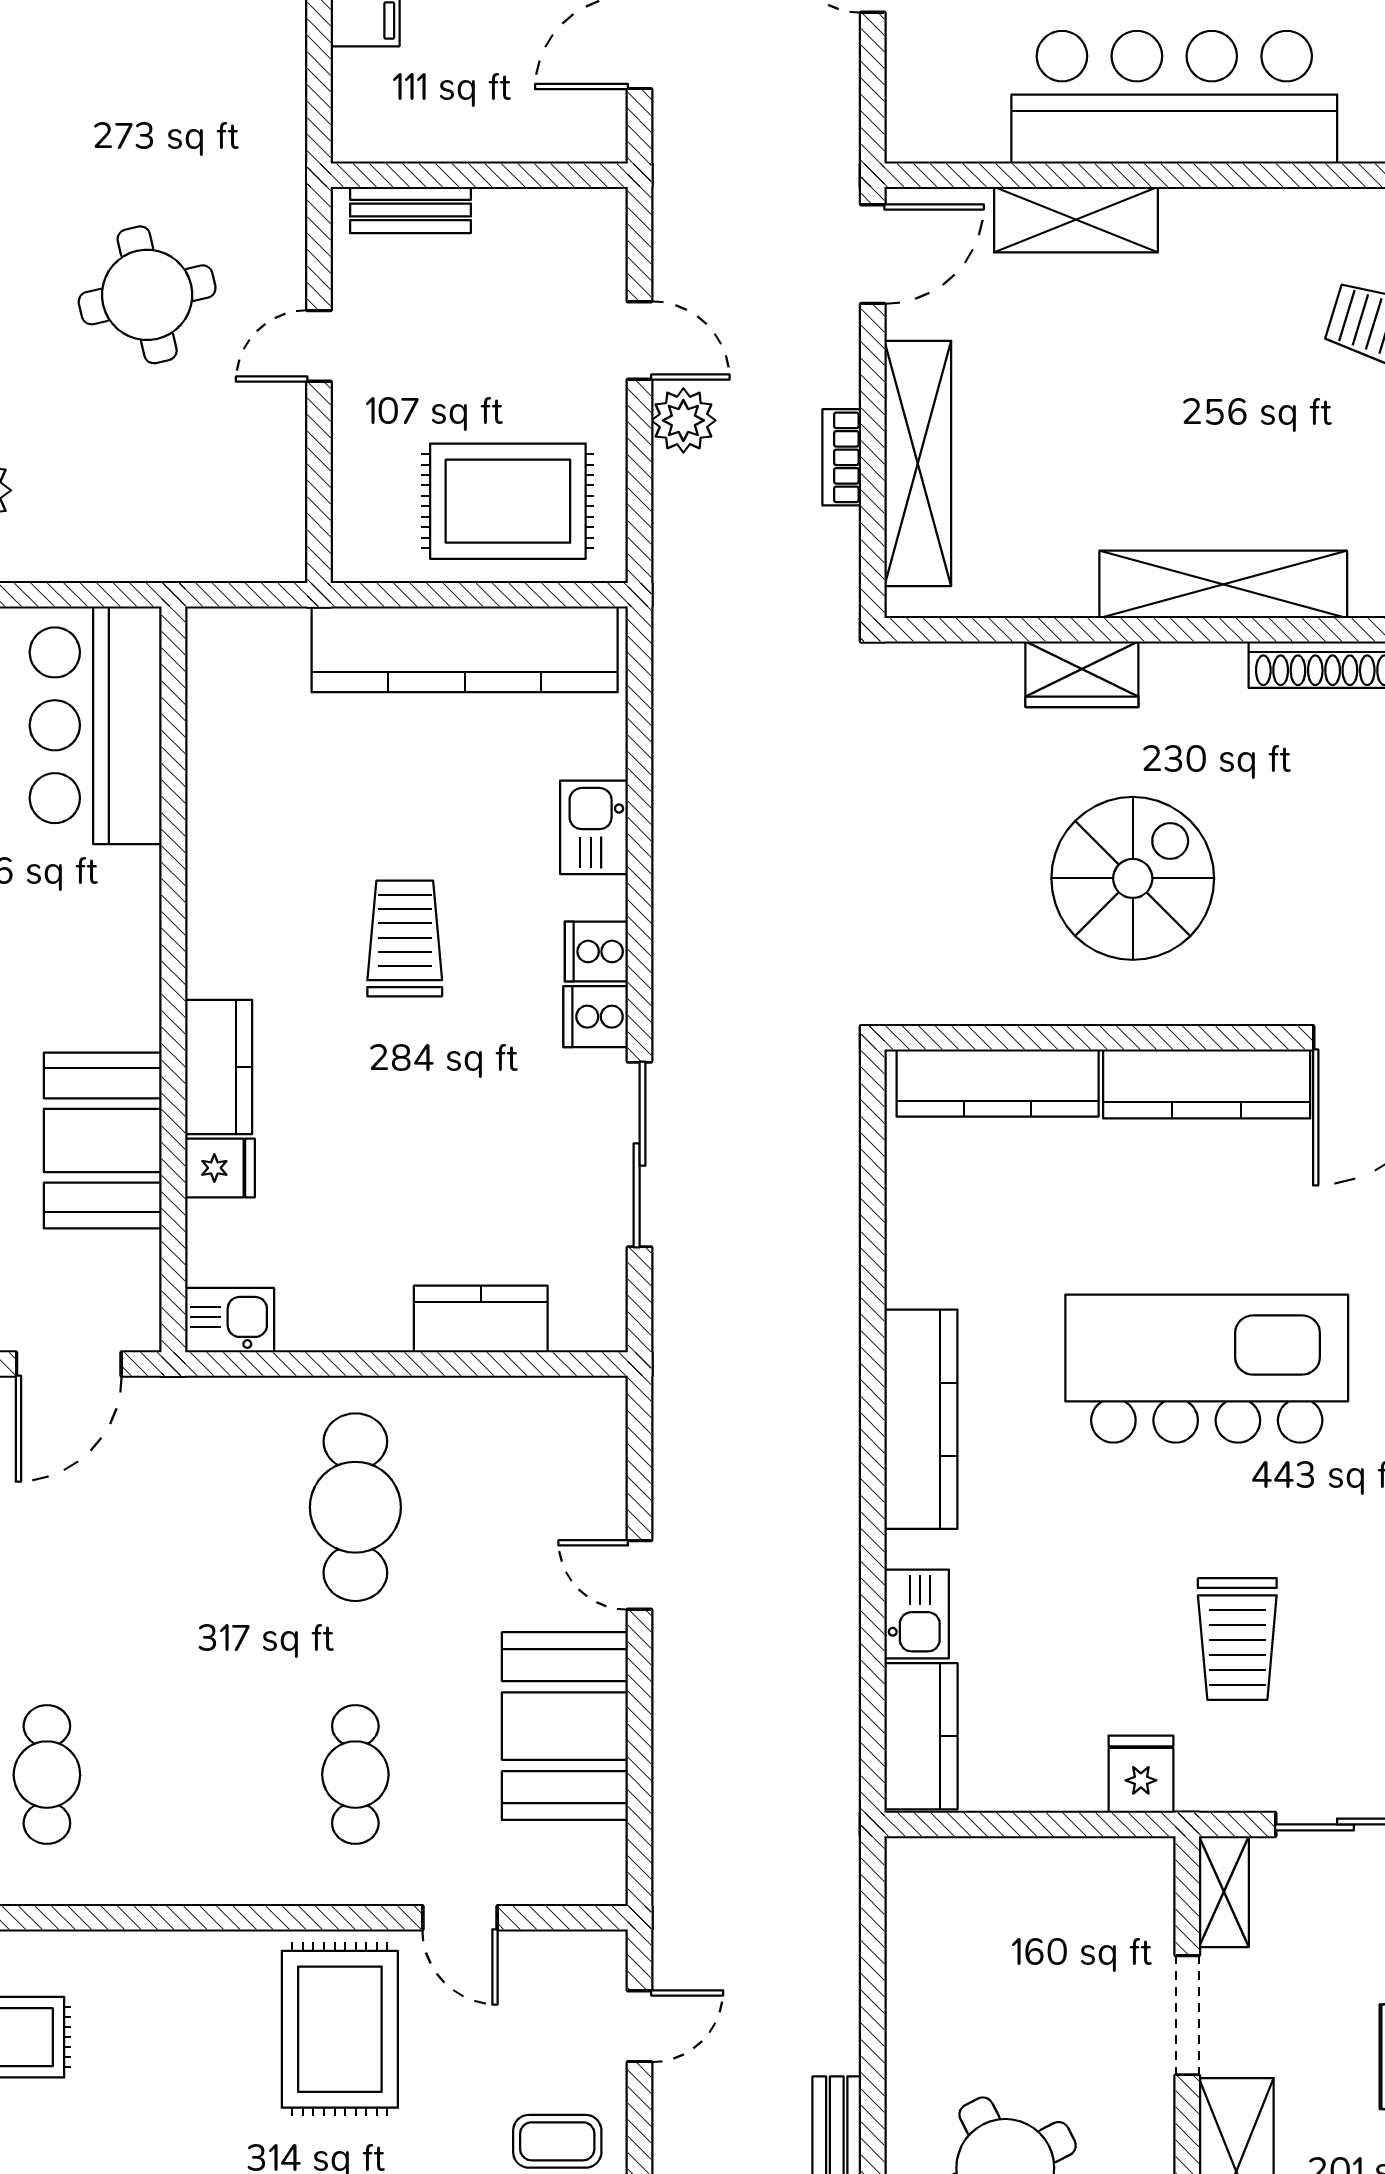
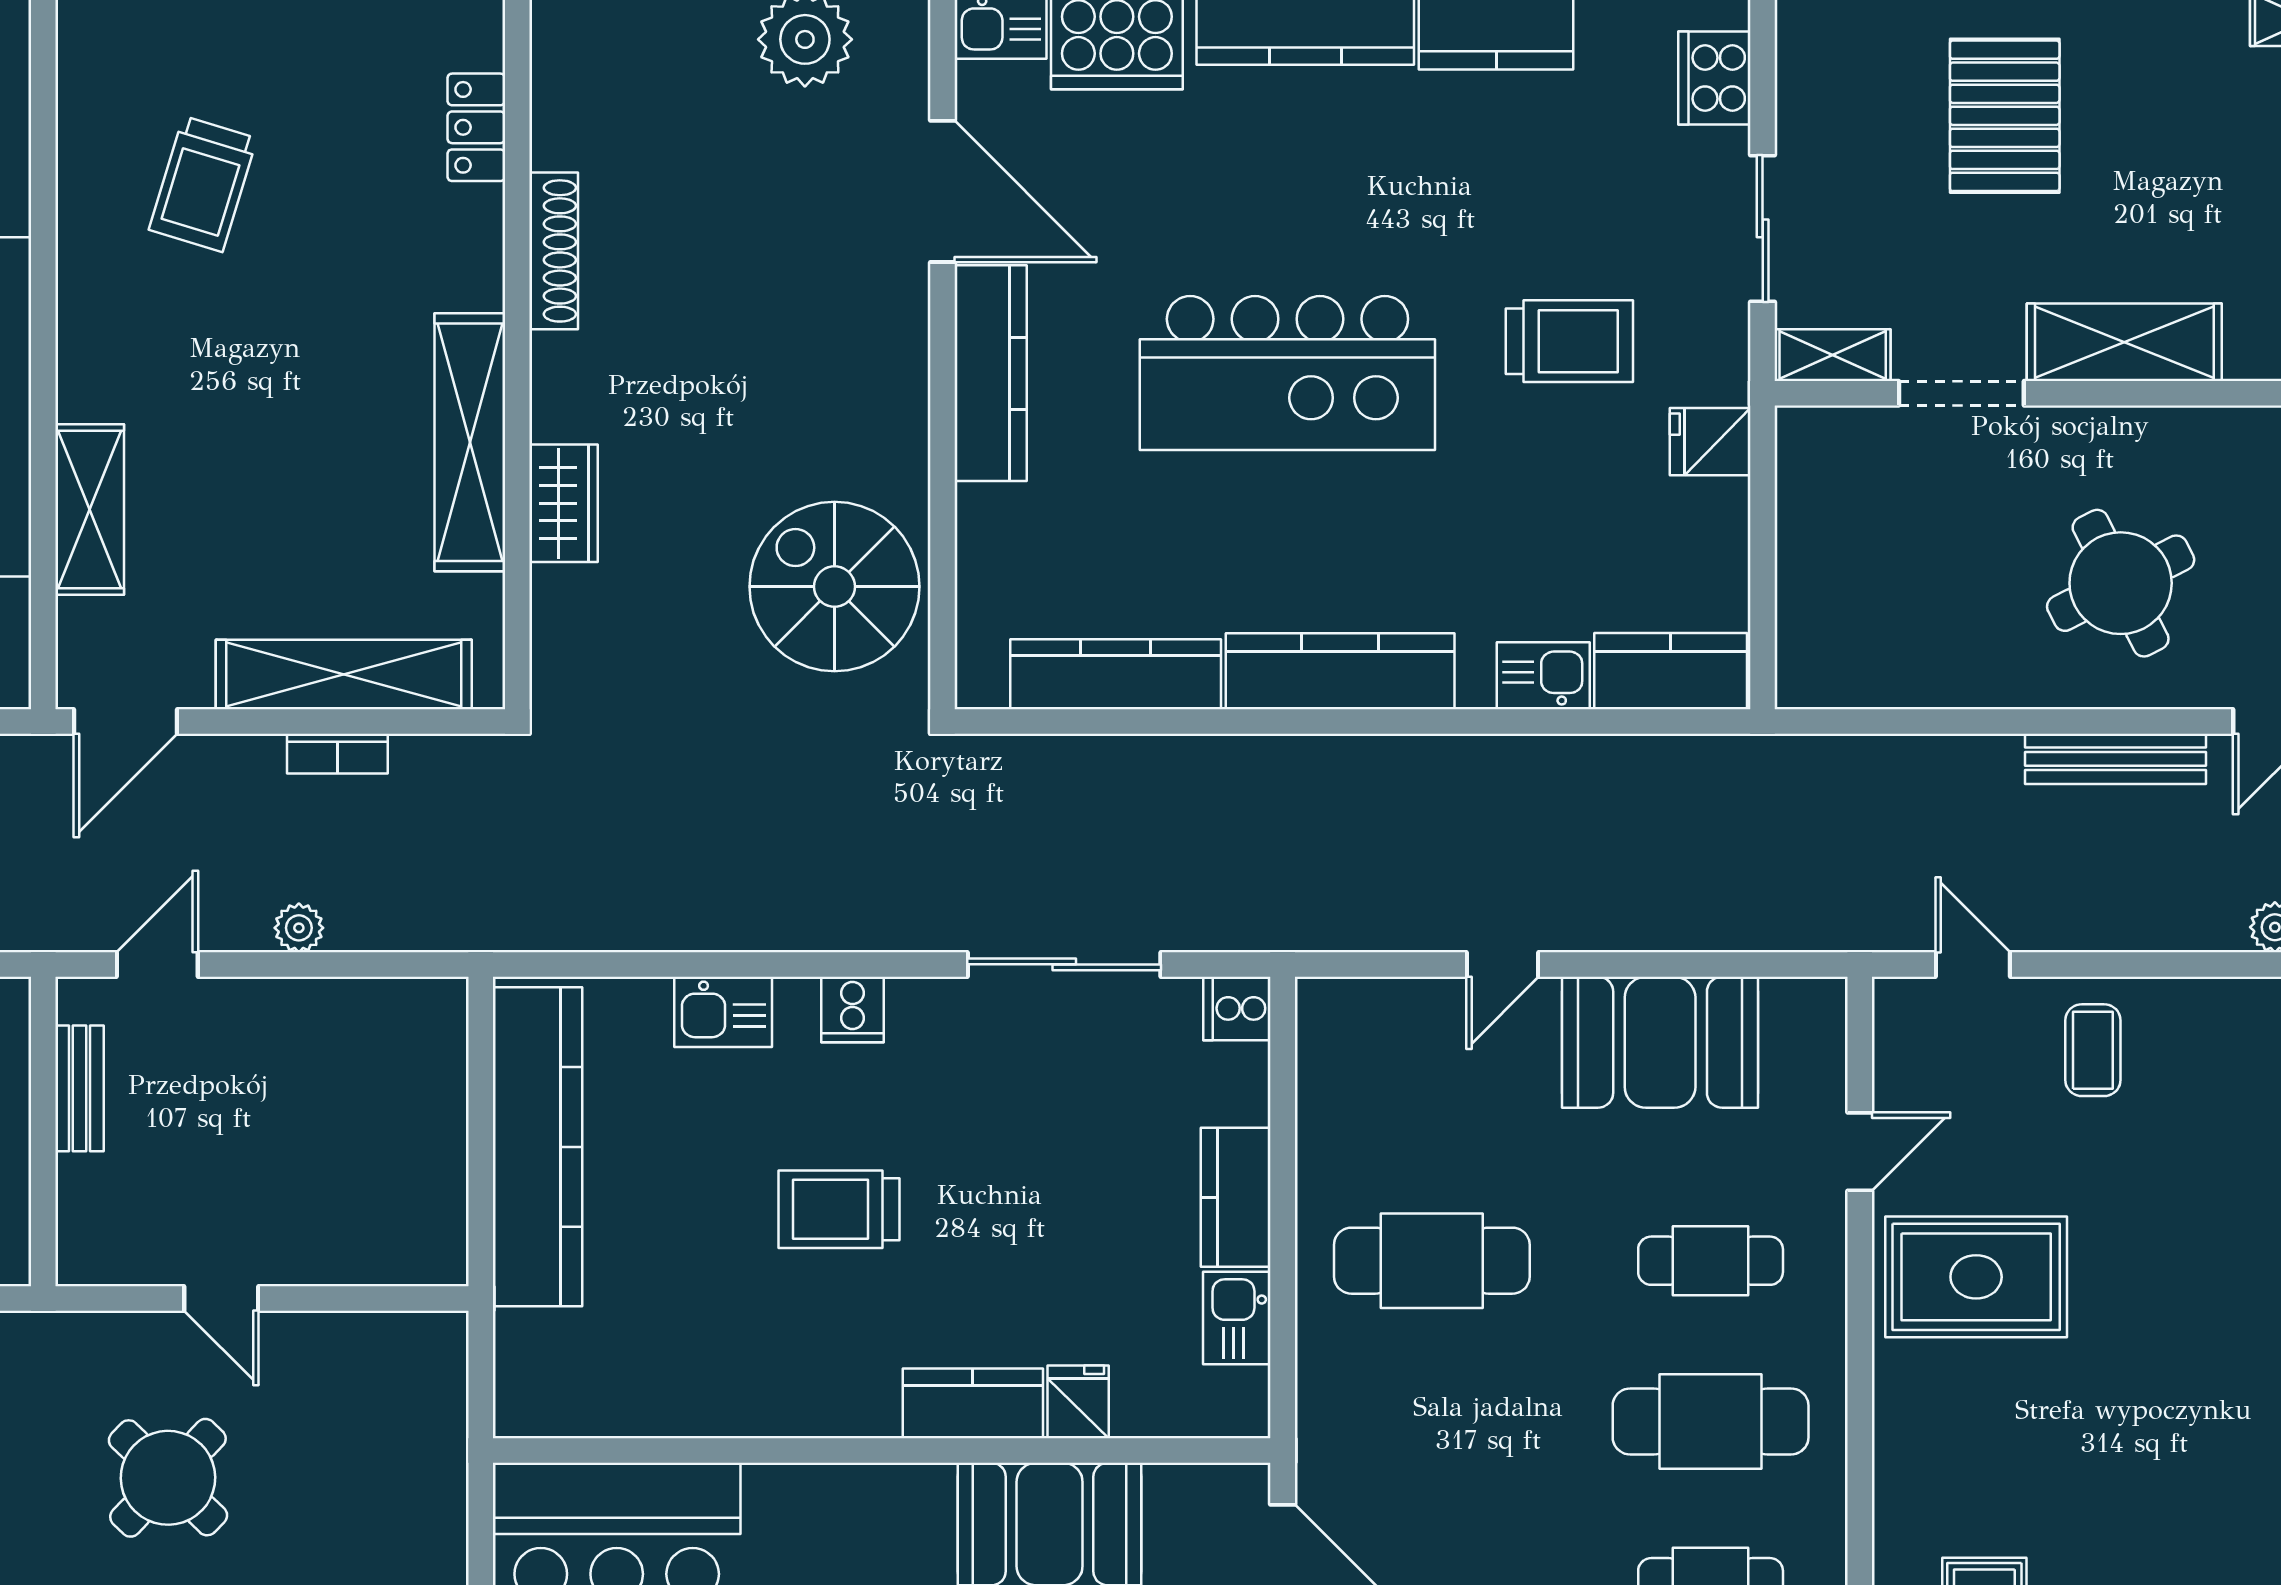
bench: (411, 210) -> (80, 1088), moved
door: (873, 254) -> (125, 721), swing flipped
round table: (147, 295) -> (168, 1478), turned -33
door: (640, 340) -> (157, 964), moved
plant: (683, 420) -> (299, 928), width x0.73, depth x0.73
rug: (508, 501) -> (383, 1102), removed
shelving: (1223, 584) -> (470, 442), moved
spiral stairs: (1133, 878) -> (834, 587), moved
cooker: (596, 1017) -> (1237, 1008), moved, turned 90
kitchen counter: (998, 1083) -> (1116, 674), moved, turned -90
kitchen counter: (481, 1319) -> (1236, 1197), moved
kitchen sink: (230, 1320) -> (1237, 1318), moved
kitchen island: (1207, 1369) -> (1287, 373), turned -90
cafe table: (201, 1775) -> (1711, 1421), added

